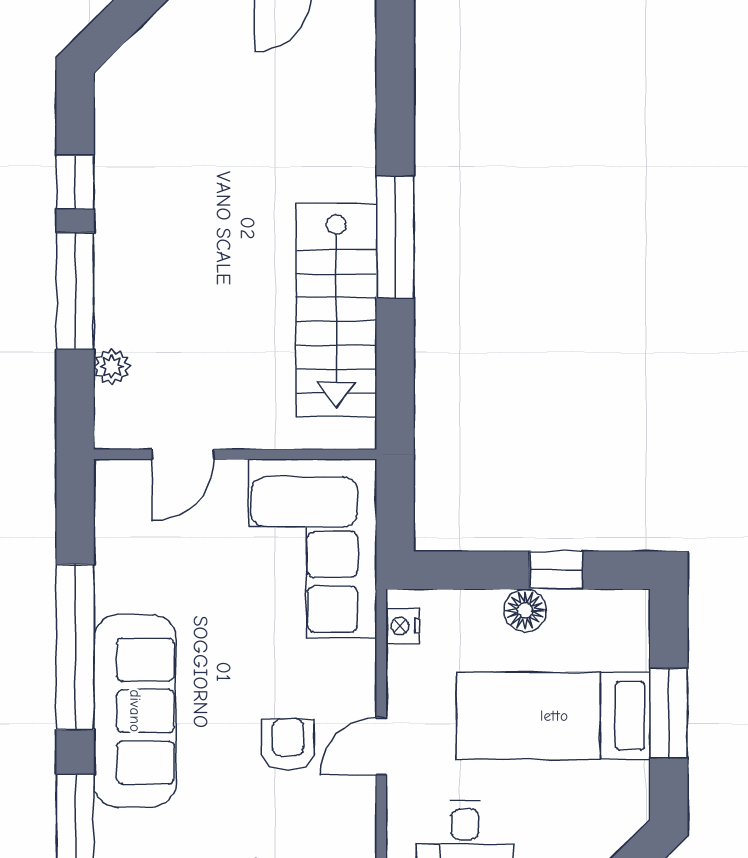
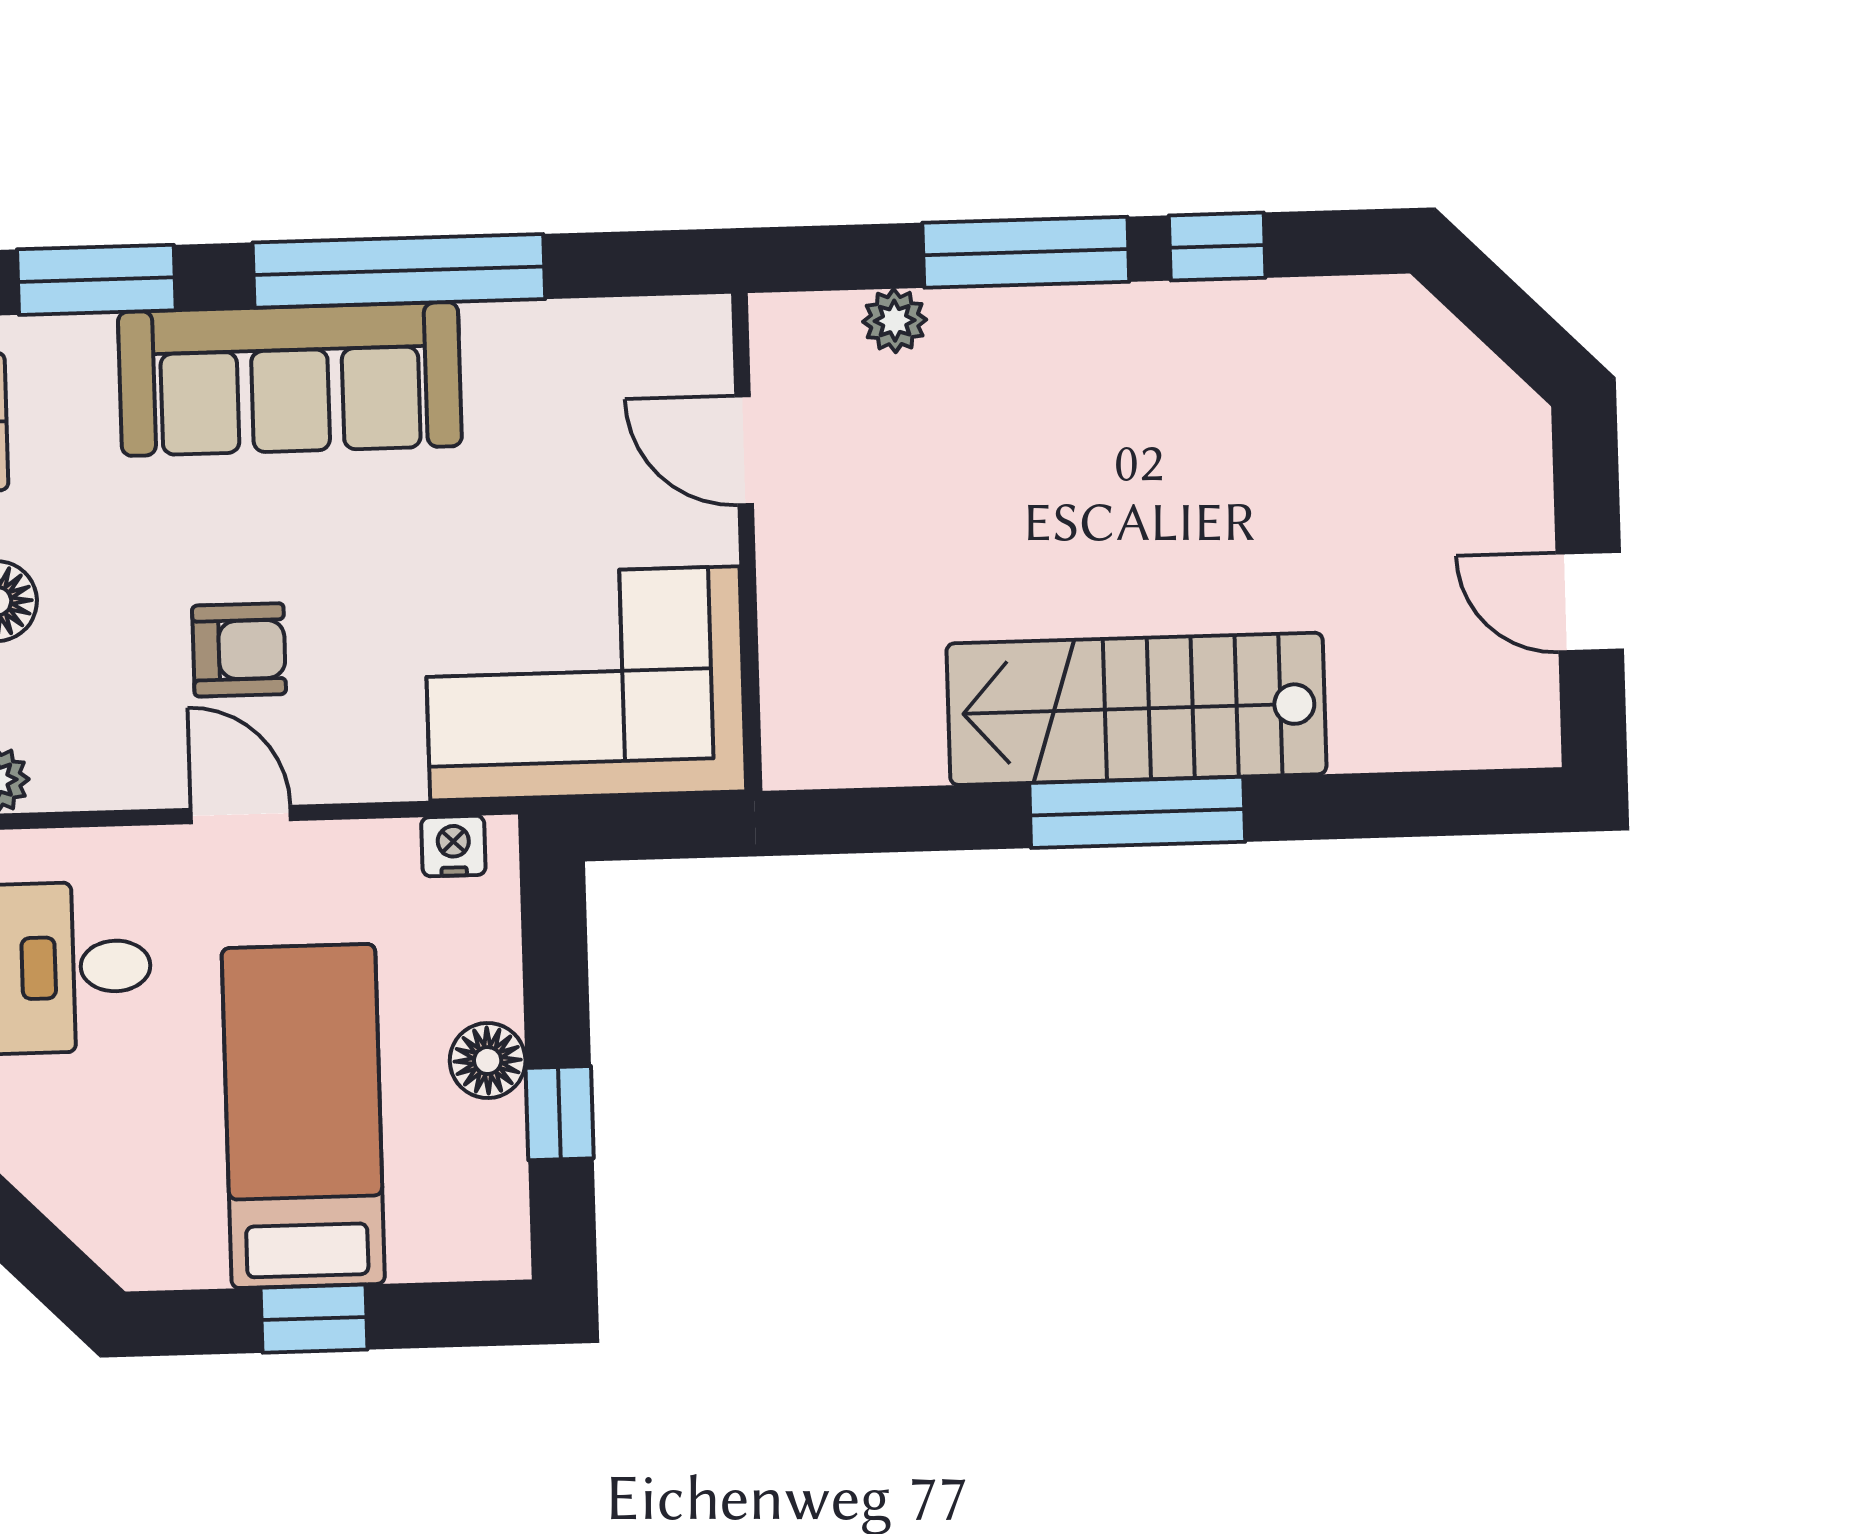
stairs: (336, 310) -> (1136, 709), moved
window: (669, 713) -> (314, 1319), width x0.67

